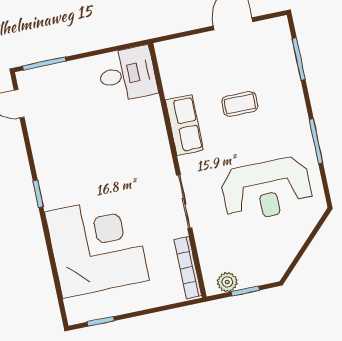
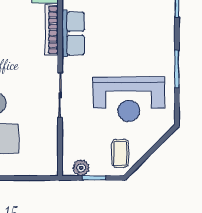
coffee table: (240, 104) -> (120, 153), moved, turned 90
bookcase: (188, 268) -> (52, 30), moved

